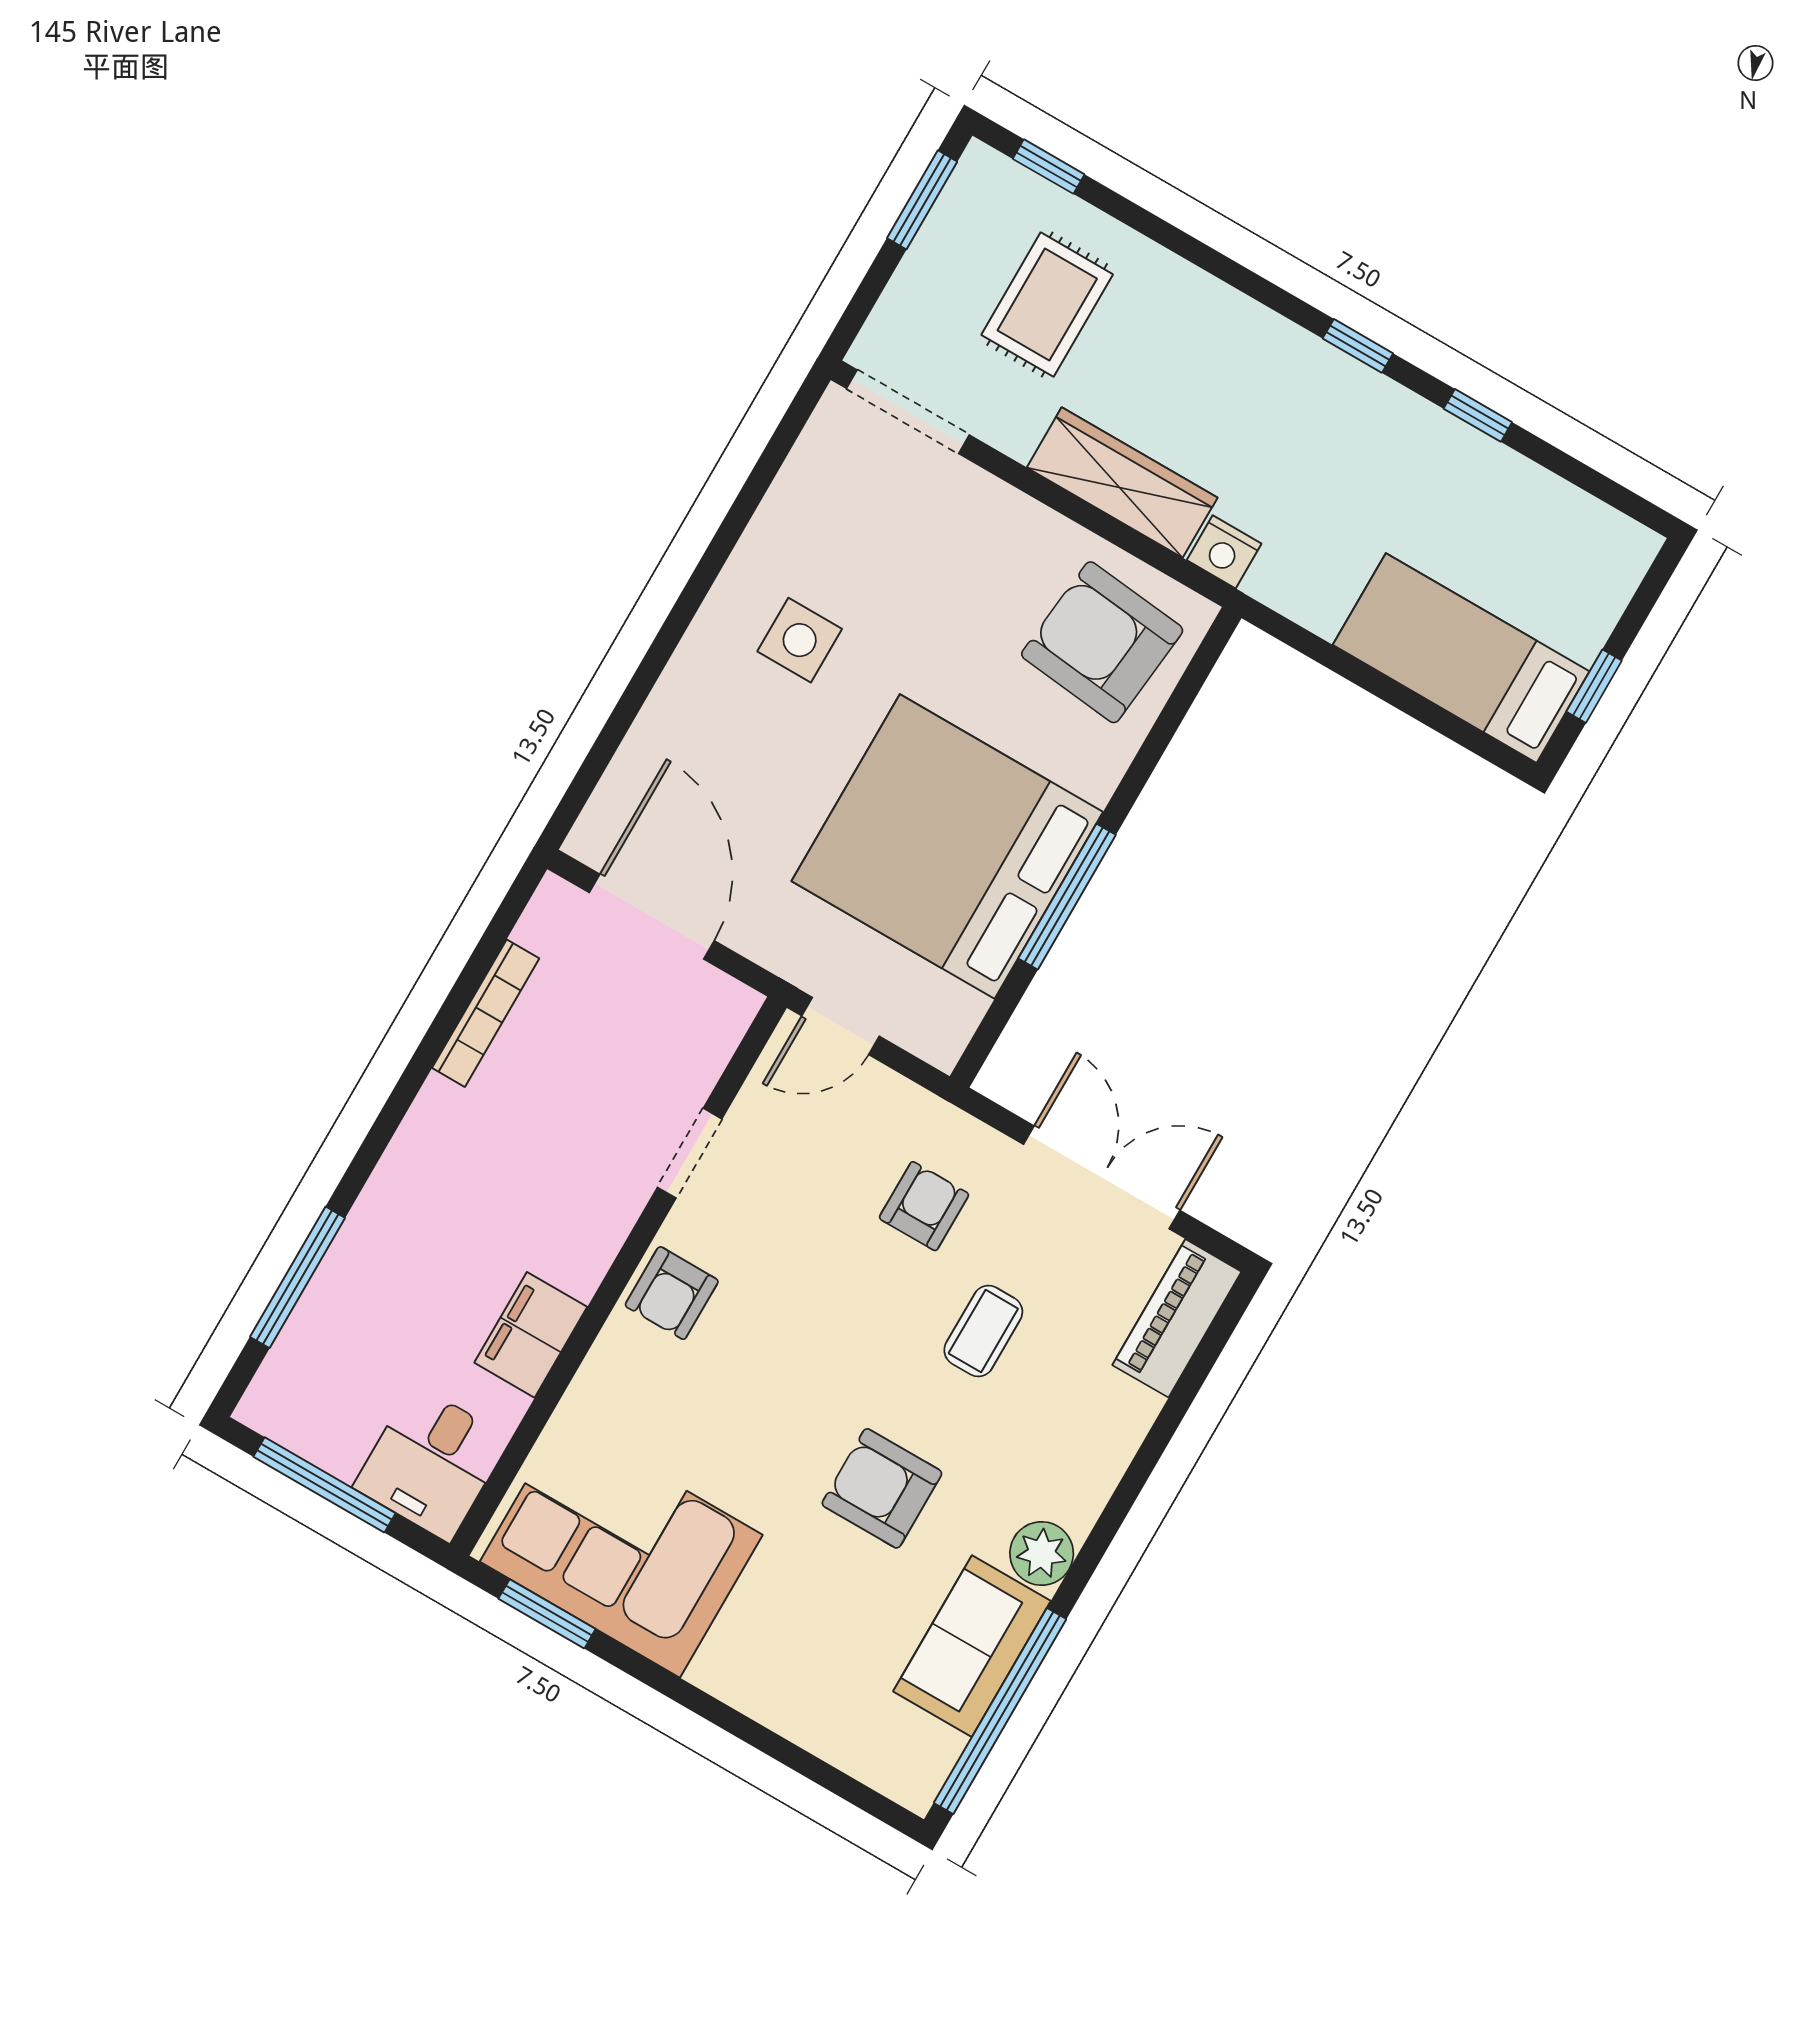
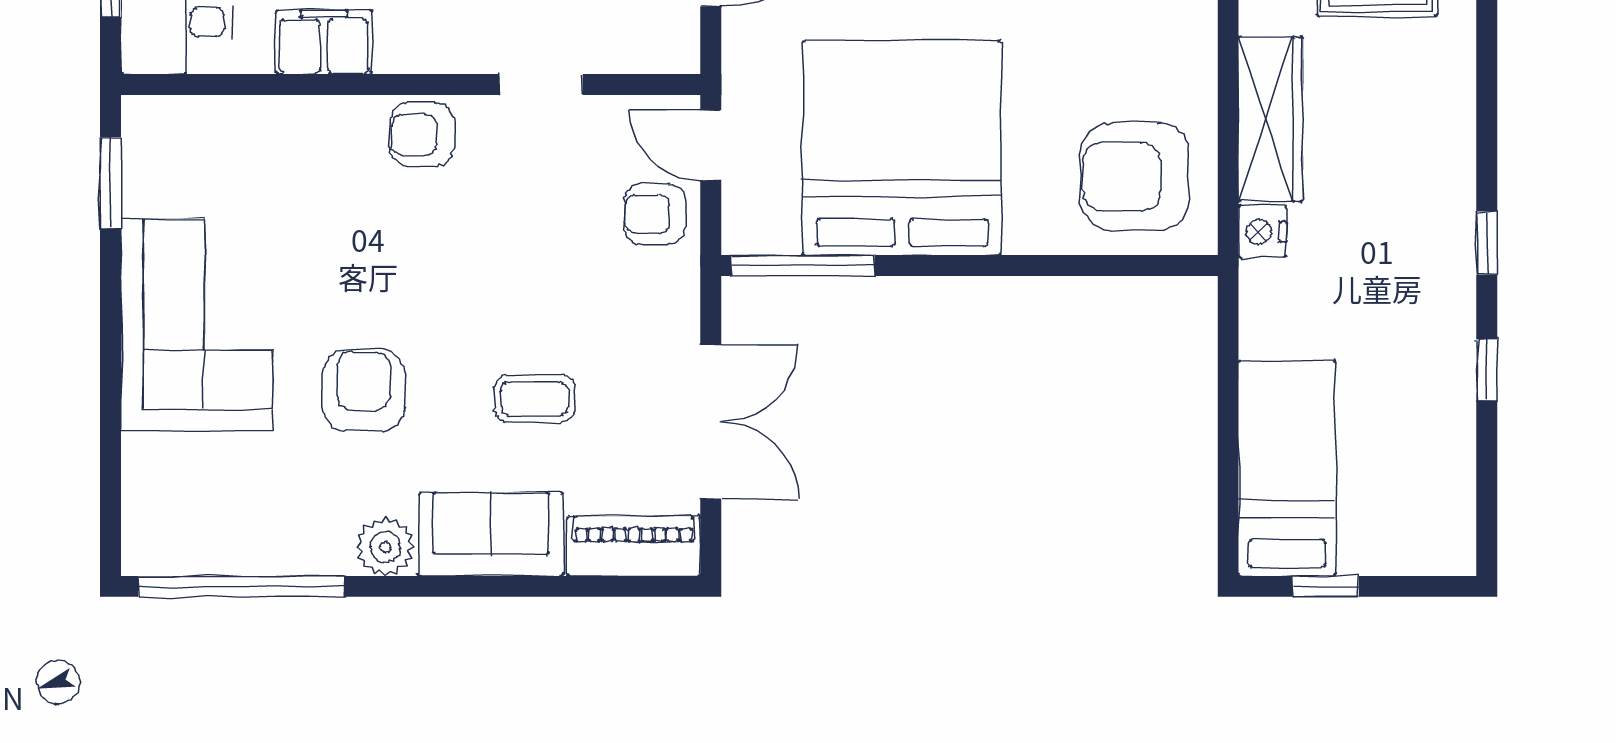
armchair: (1102, 642) -> (1135, 177), turned -96
window: (1067, 897) -> (803, 266), moved
armchair: (924, 1206) -> (655, 214), moved, turned 180
corner sofa: (621, 1548) -> (196, 325), moved
sofa: (972, 1646) -> (491, 534), moved

